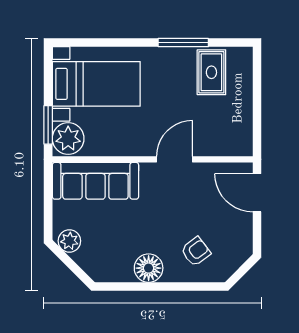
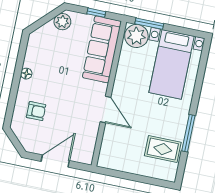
door: (257, 193) -> (55, 161), moved
window: (48, 198) -> (96, 13), added
armchair: (196, 251) -> (36, 111), turned -53
floor lamp: (149, 268) -> (26, 74), width x0.53, depth x0.53

